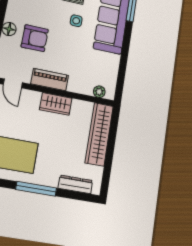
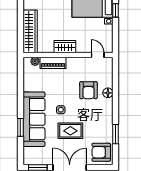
armchair: (35, 38) -> (88, 90), turned -90
piano: (50, 80) -> (53, 63), moved

